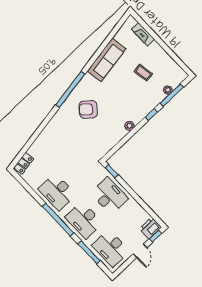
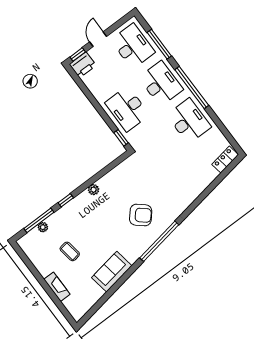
fireplace: (143, 34) -> (57, 287), moved
sofa: (107, 60) -> (112, 272), width x0.73

